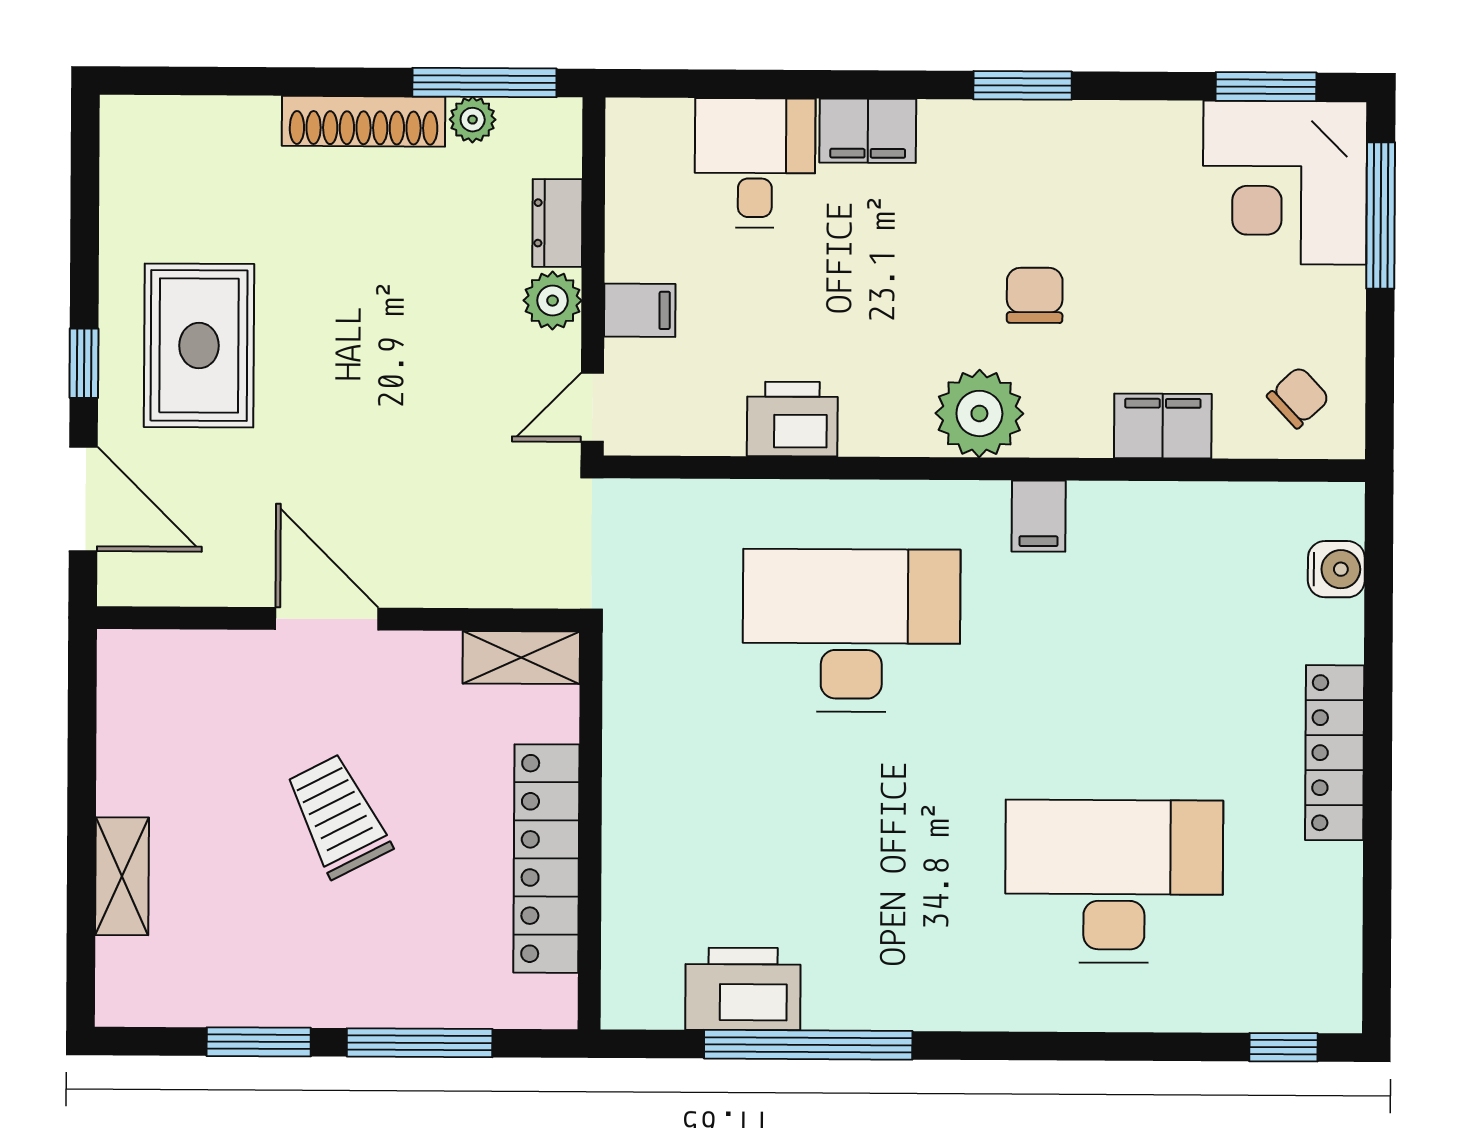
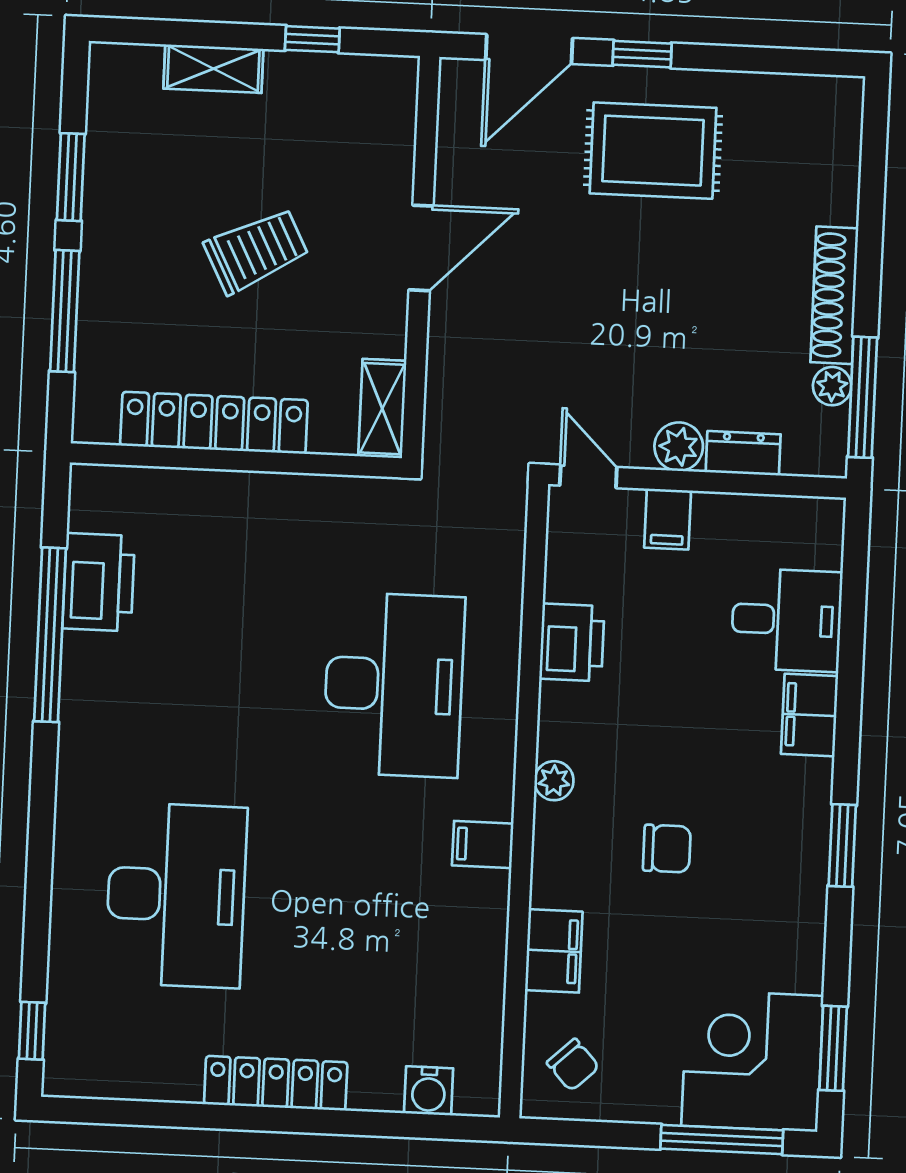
plant: (979, 413) -> (554, 781), width x0.53, depth x0.53
window: (82, 759) -> (312, 39), added

